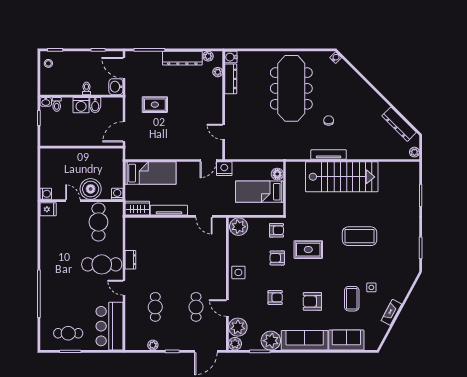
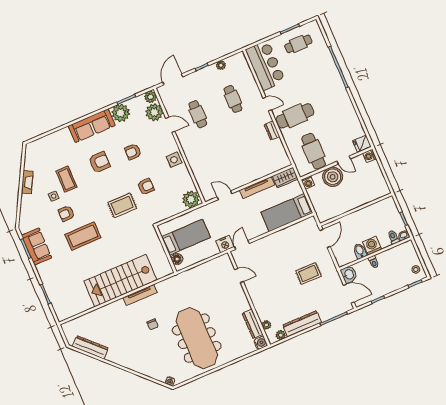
plant: (414, 152) -> (67, 329), removed
armchair: (276, 230) -> (66, 213), moved
sofa: (346, 340) -> (37, 247), moved, turned -90

